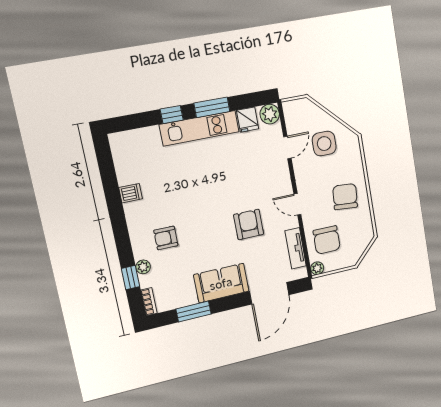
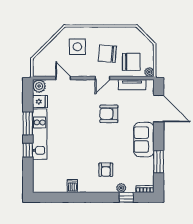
side table: (324, 144) -> (77, 47), moved
chair: (345, 197) -> (107, 54), moved

